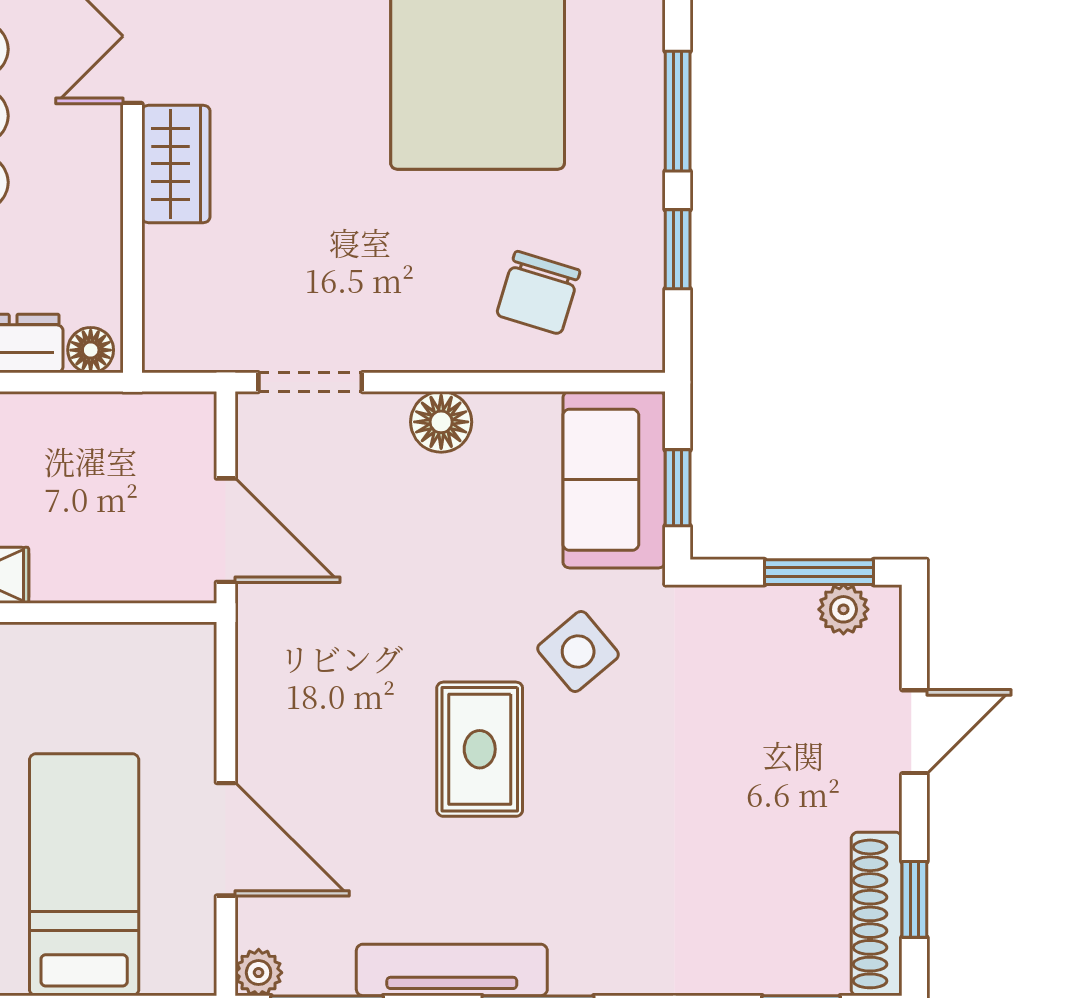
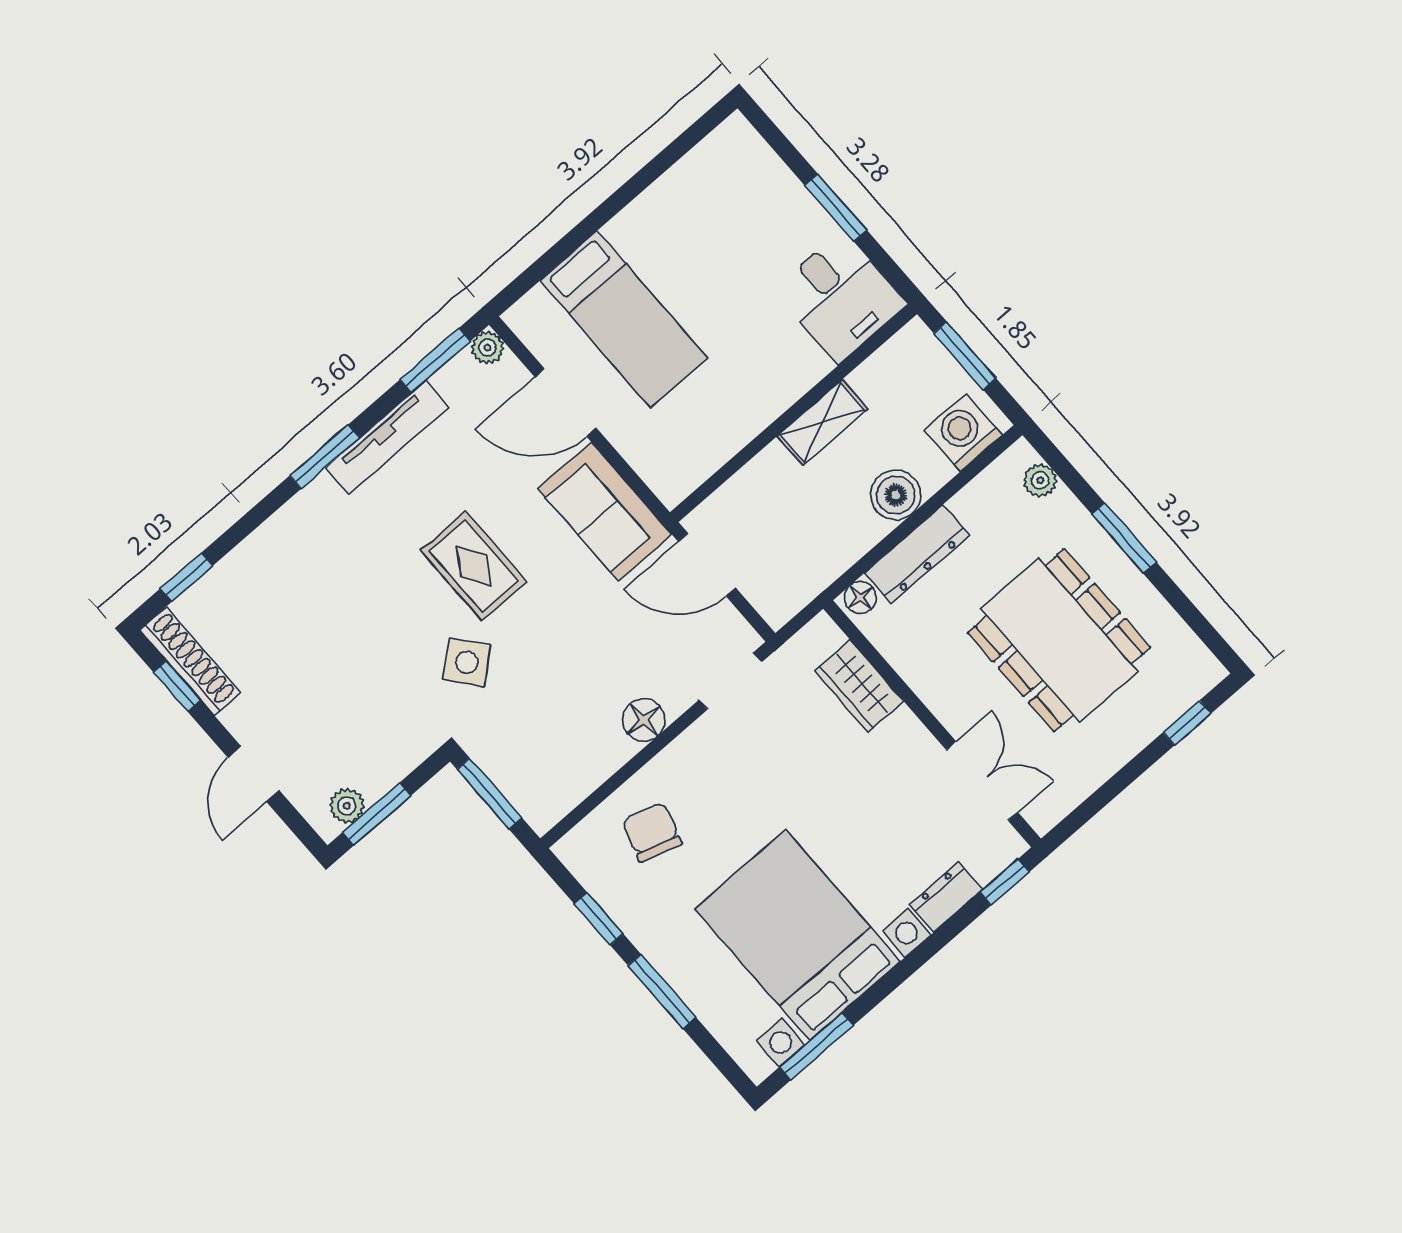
wardrobe: (176, 164) -> (859, 686), moved
sofa: (614, 480) -> (605, 511), moved, turned 180
window: (678, 488) -> (489, 794), width x1.50

